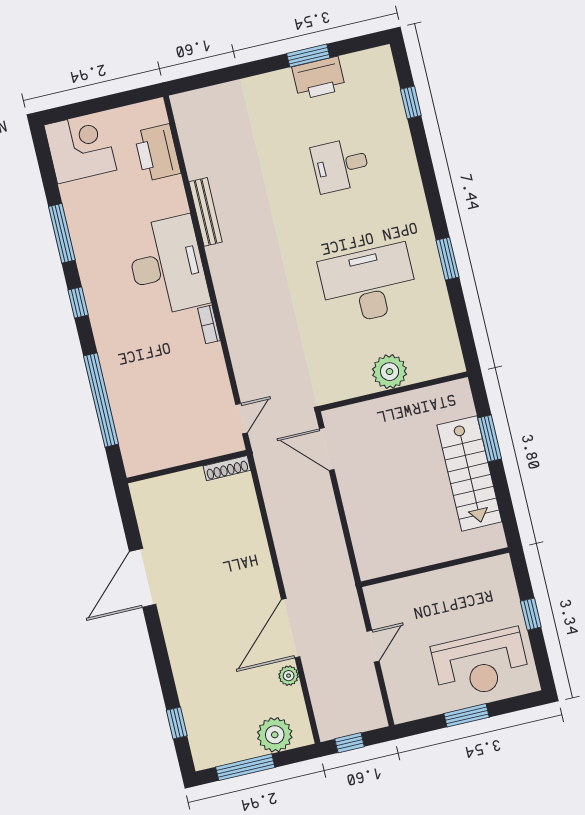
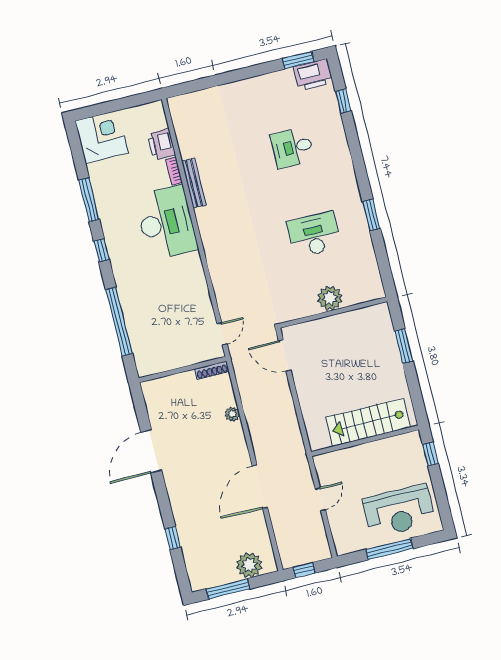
window: (308, 56) -> (298, 60), moved
printer: (319, 78) -> (313, 75), moved
printer: (157, 153) -> (161, 144), width x0.73, depth x0.84
desk: (369, 284) -> (314, 235), width x0.73, depth x0.77
bookcase: (209, 324) -> (174, 171), moved
stairs: (469, 473) -> (368, 422), moved, turned 90
window: (531, 614) -> (431, 454), moved
plant: (289, 676) -> (232, 414), moved
window: (466, 715) -> (389, 549), width x1.44
window: (177, 723) -> (173, 538), moved

